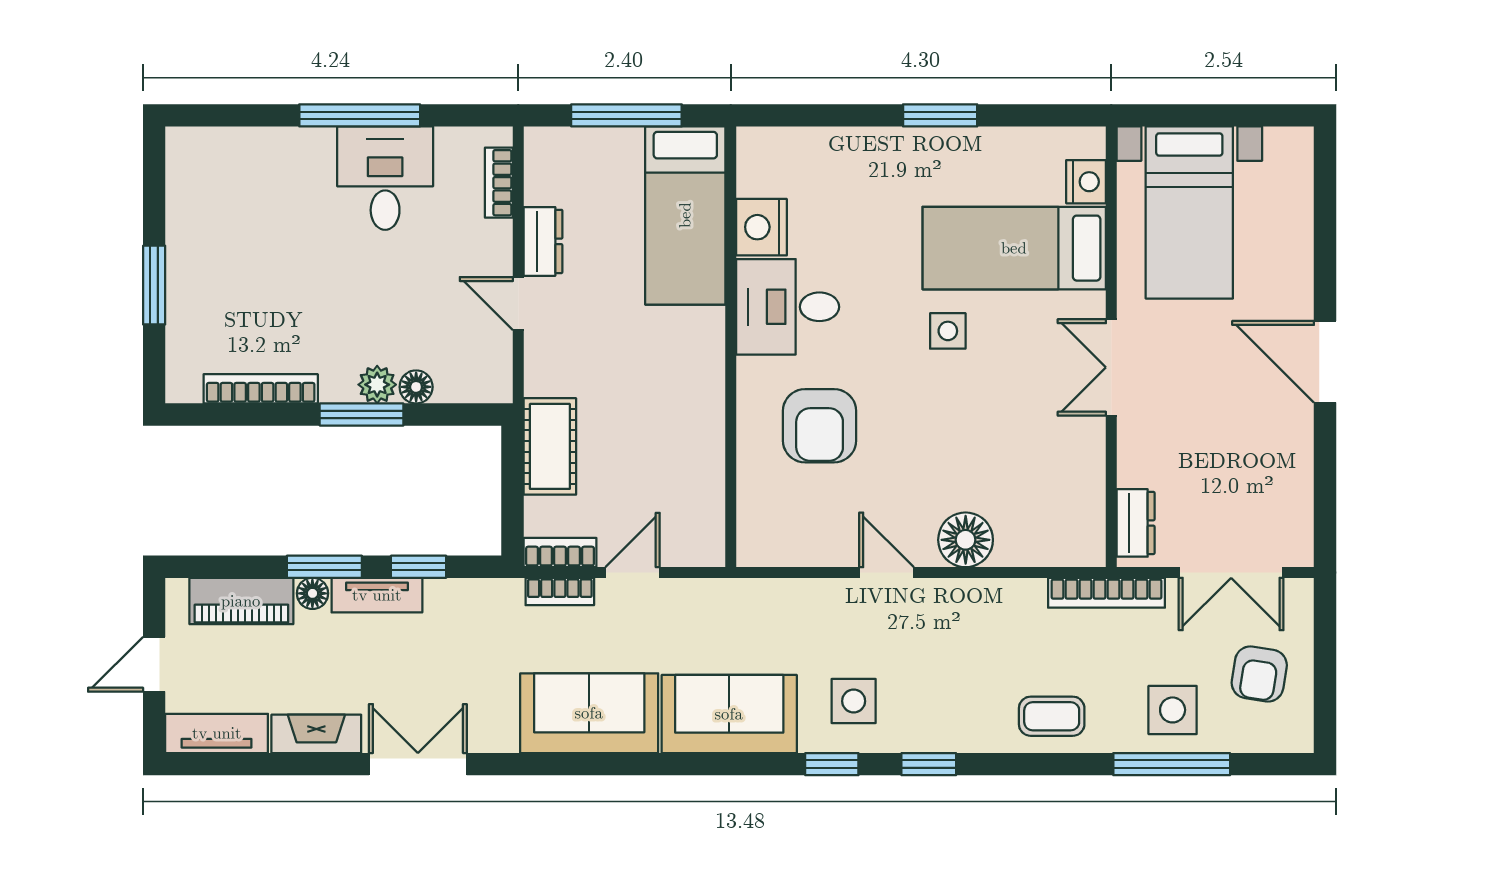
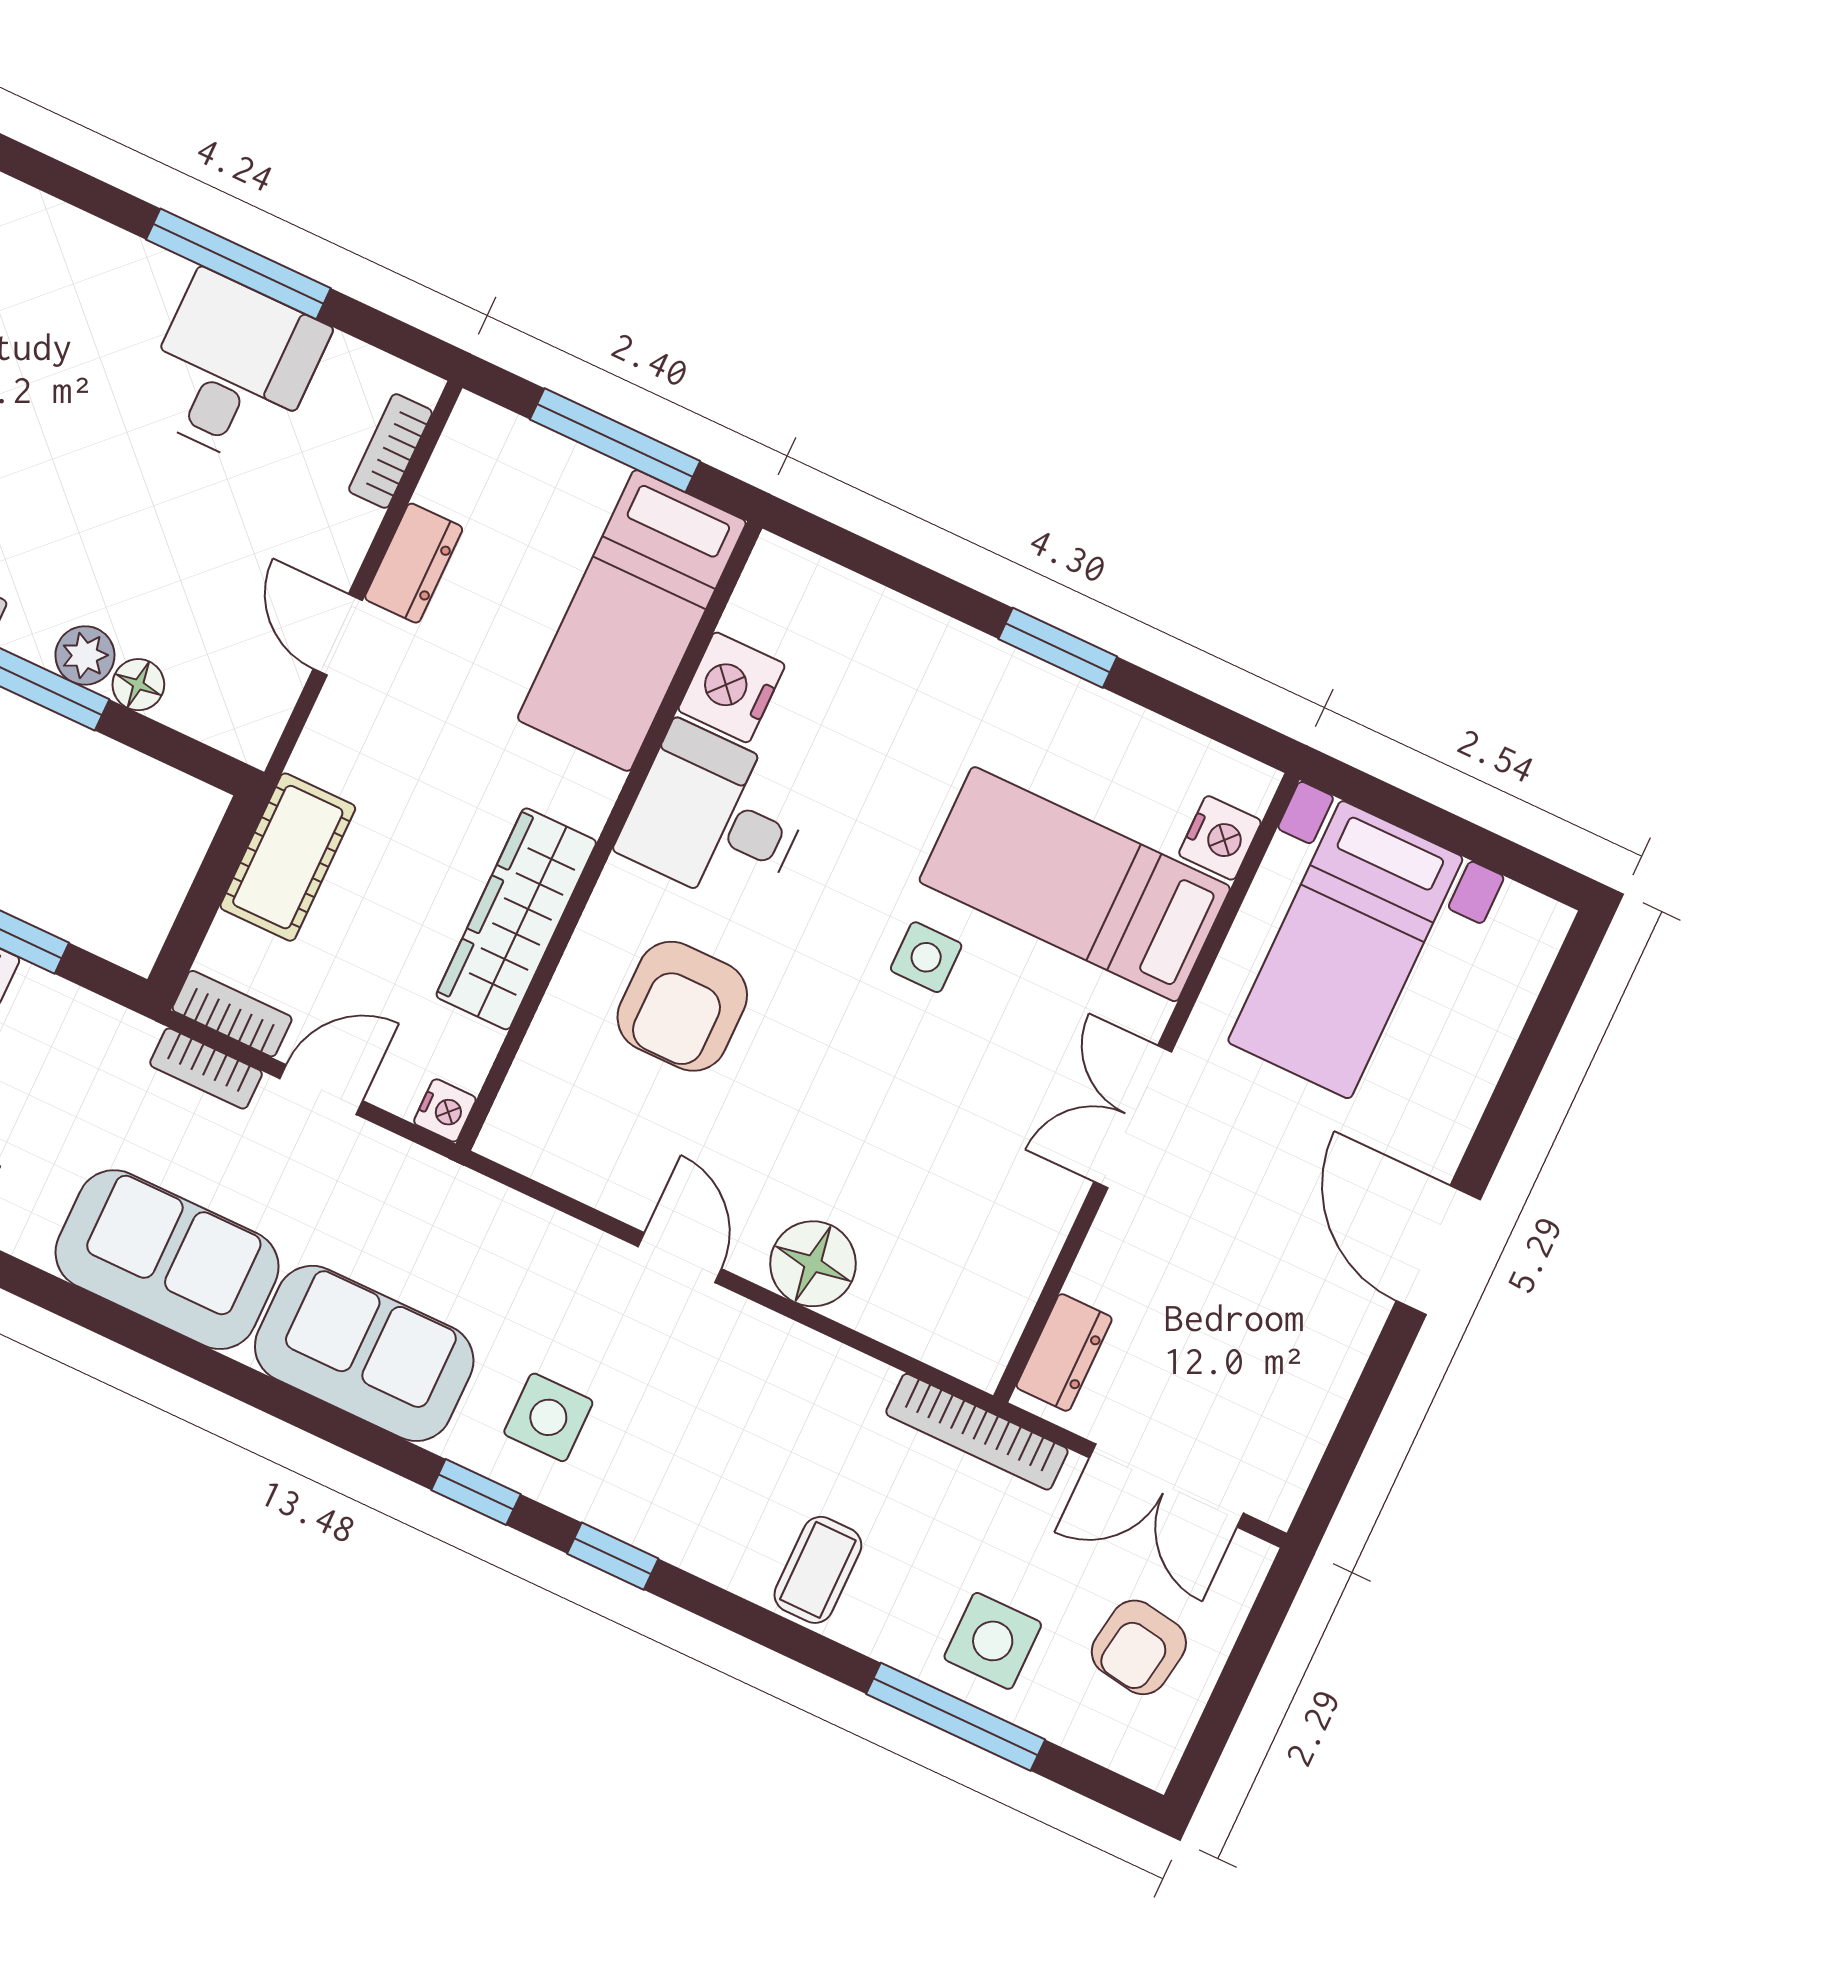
wardrobe: (699, 420) -> (516, 919), added
nightstand: (710, 551) -> (445, 1110), added
coffee table: (1052, 716) -> (818, 1570), turned 90

